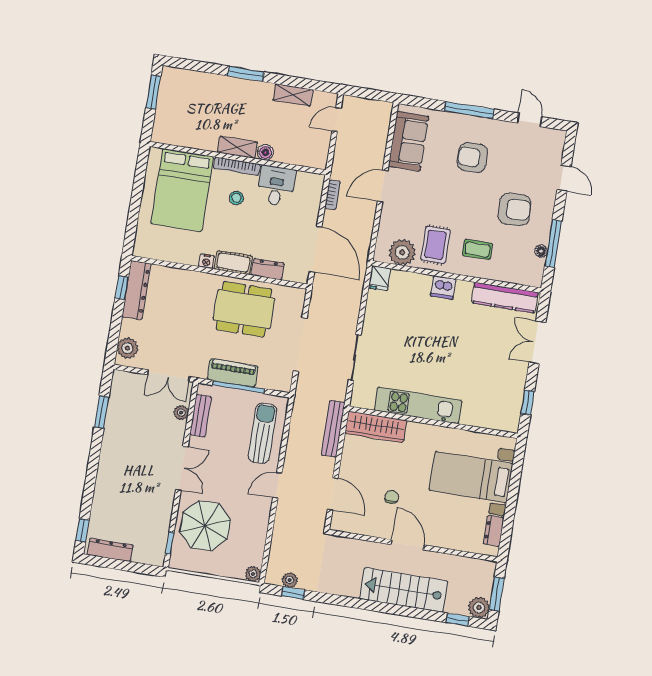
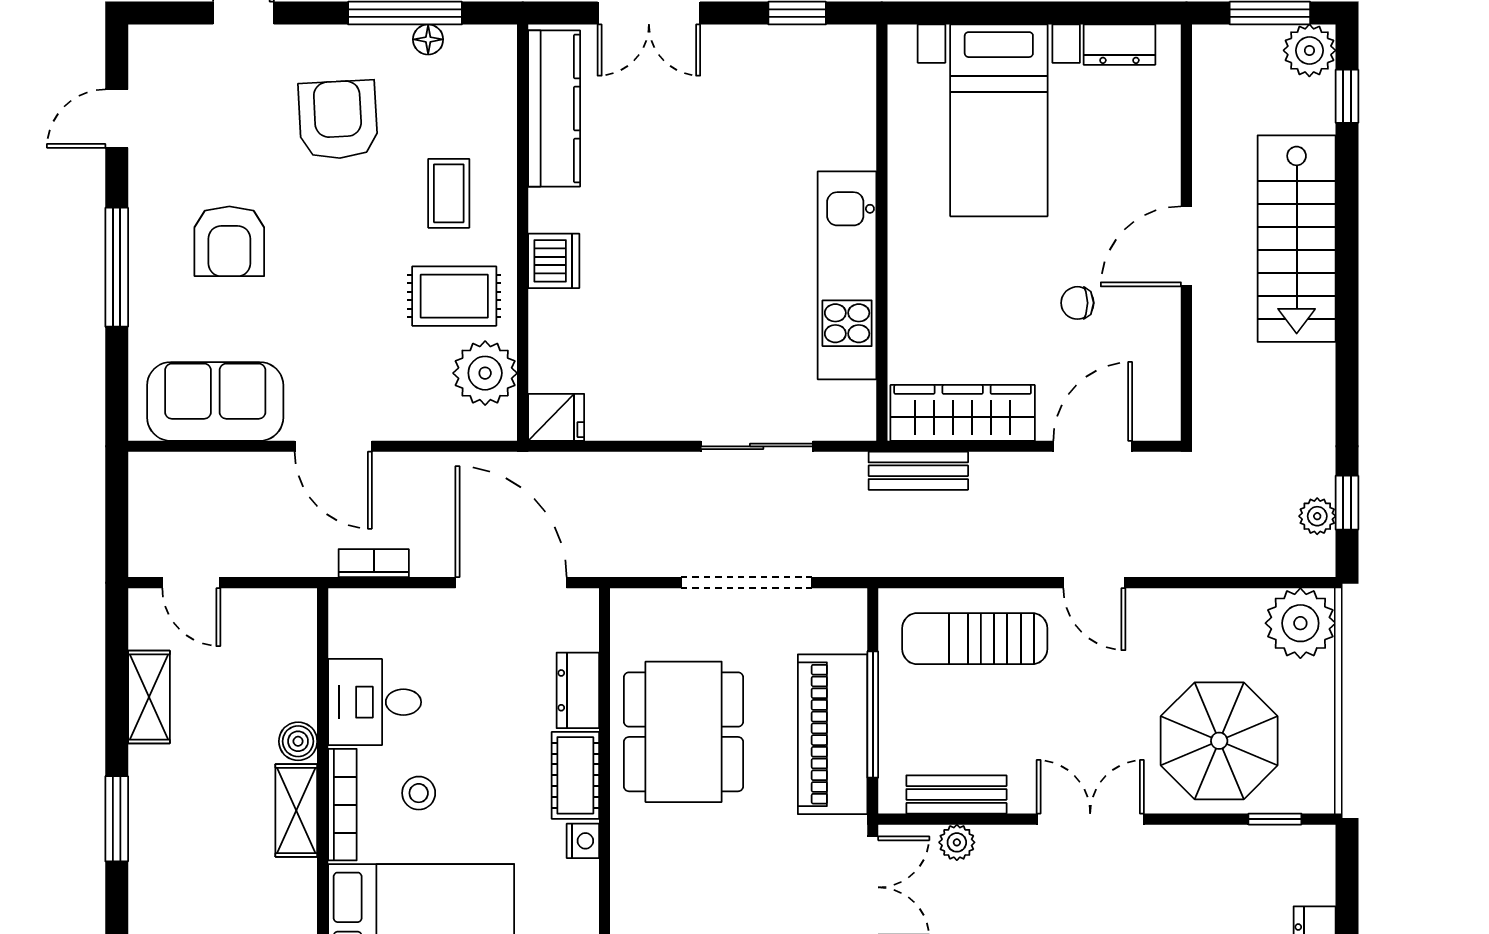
door: (316, 249) -> (511, 583), hinge flipped
piano: (233, 373) -> (833, 734), width x1.37, depth x1.33
wardrobe: (376, 427) -> (963, 413), moved, turned -90
bench: (333, 429) -> (918, 471), width x0.73
plant: (253, 574) -> (1300, 623), width x1.87, depth x1.87

